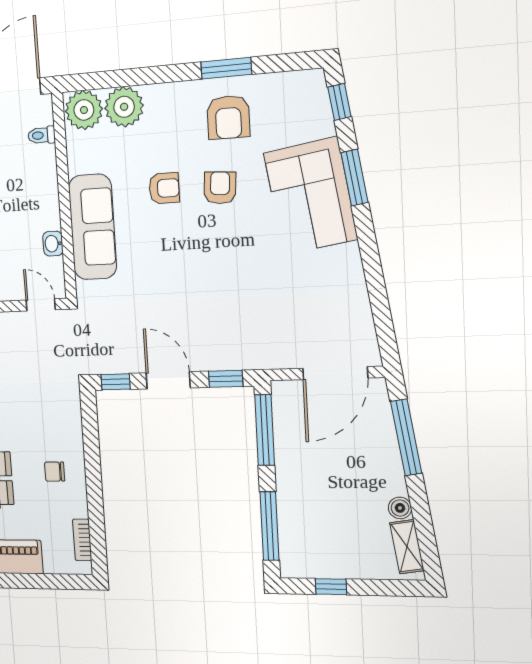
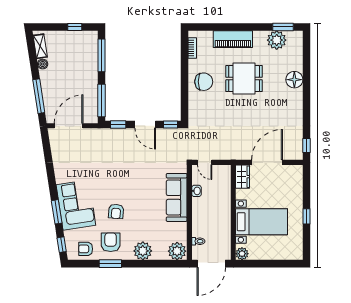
plant: (124, 107) -> (143, 251), moved
armchair: (164, 188) -> (86, 249), moved
chair: (55, 472) -> (204, 82), width x1.87, depth x1.87

